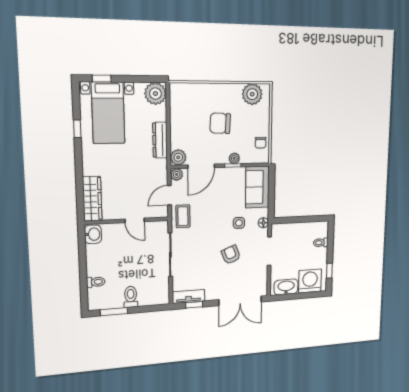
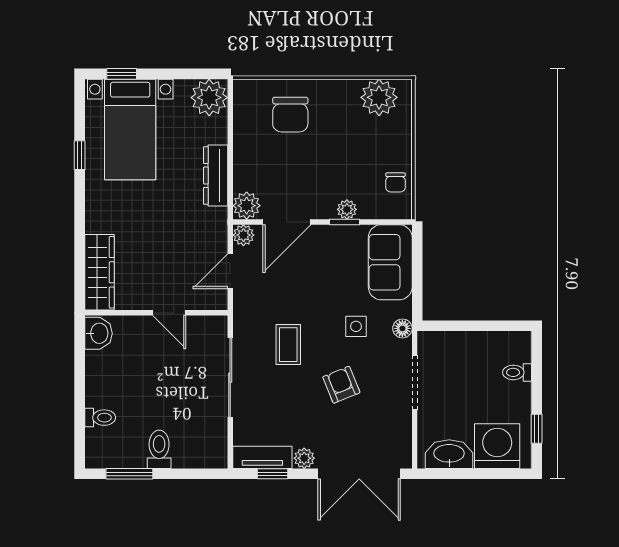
chair: (220, 123) -> (290, 115), moved, turned -93
coffee table: (183, 216) -> (288, 345), moved
plant: (211, 295) -> (304, 458), added

